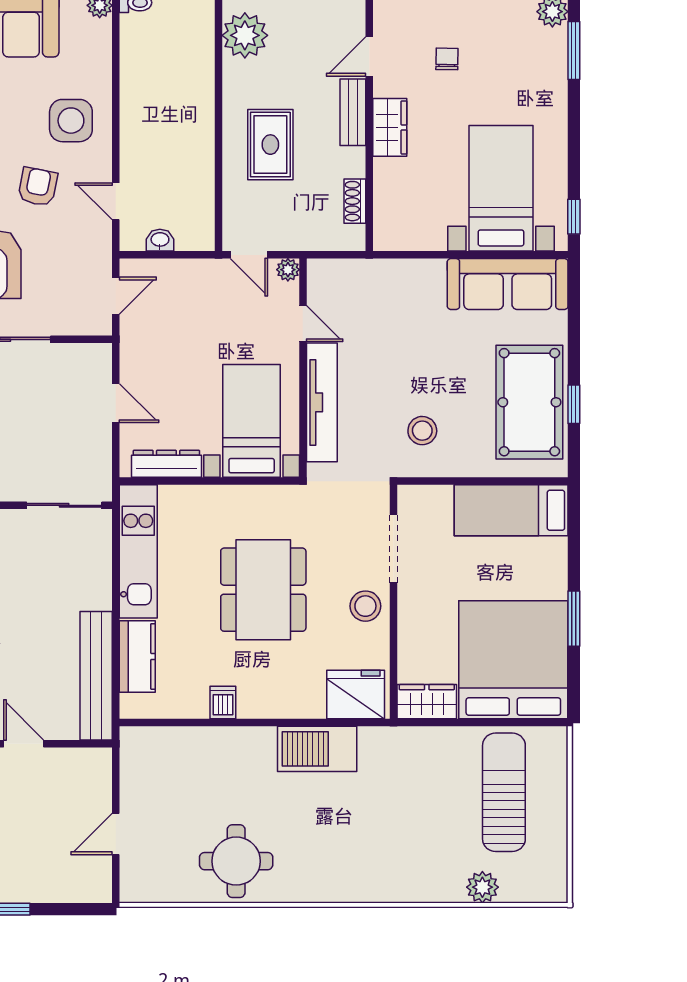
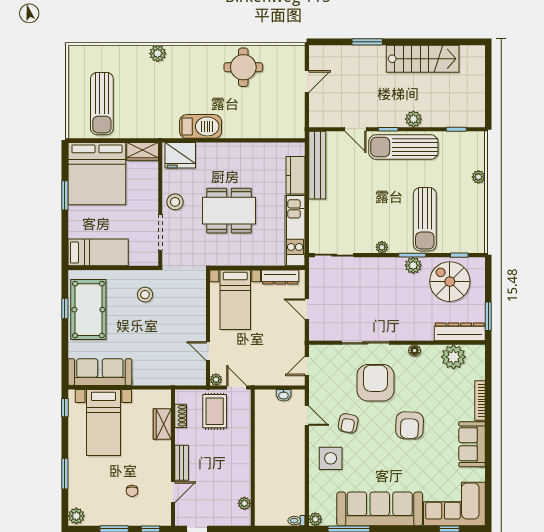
plant: (245, 35) -> (244, 503), width x0.53, depth x0.53
window: (574, 50) -> (65, 474), moved
wardrobe: (390, 127) -> (162, 424), moved
rug: (270, 145) -> (215, 411), moved
tv unit: (322, 402) -> (198, 309), removed
dining table: (263, 590) -> (229, 211), turned 90
dishwasher: (223, 703) -> (250, 151), removed
plant: (482, 887) -> (158, 53), moved

